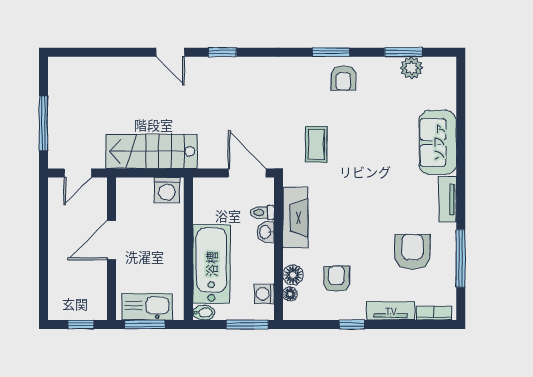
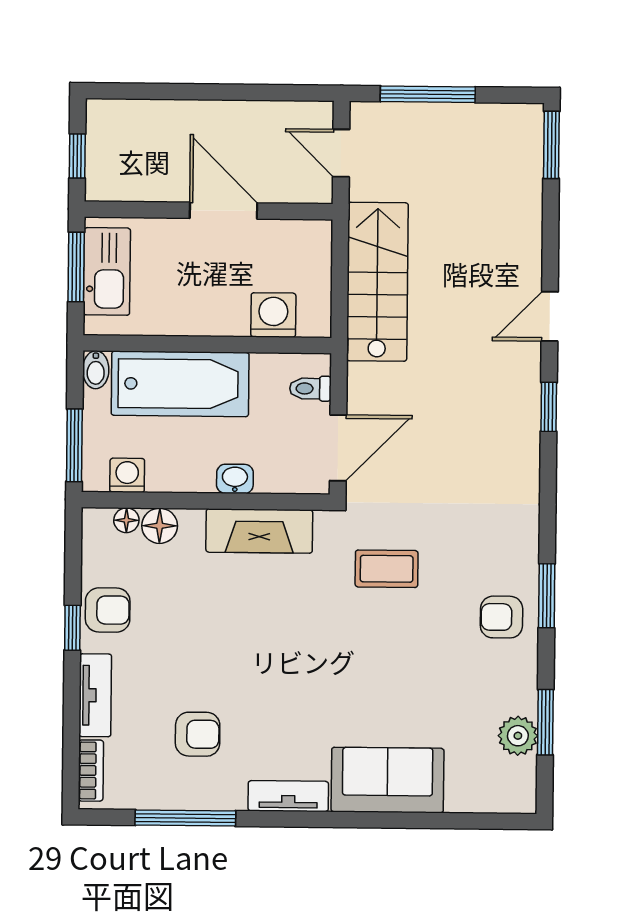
window: (72, 52) -> (551, 145), added
washing machine: (167, 190) -> (273, 315), moved, turned 90
toilet: (262, 212) -> (310, 389), moved, turned -90
armchair: (412, 252) -> (198, 734), width x0.72, depth x0.72
armchair: (337, 279) -> (108, 610), moved

